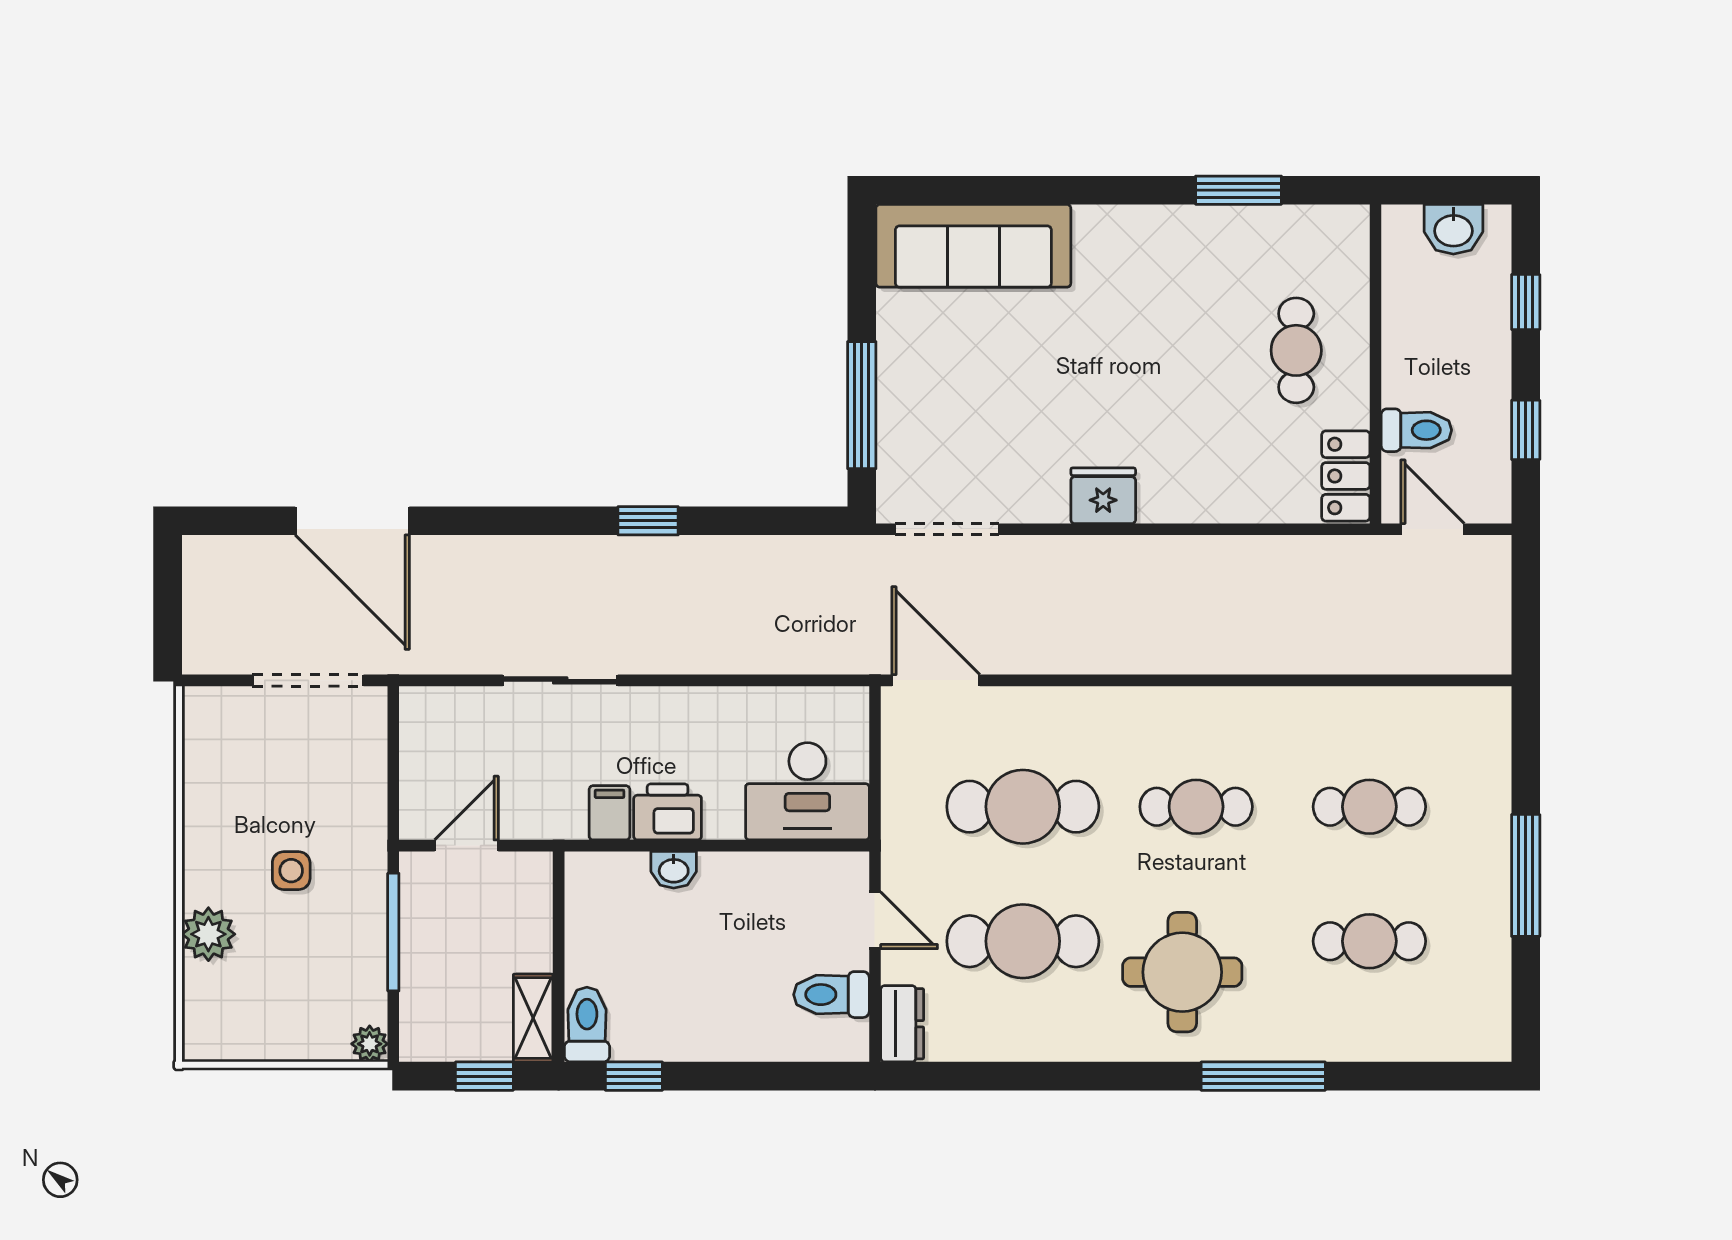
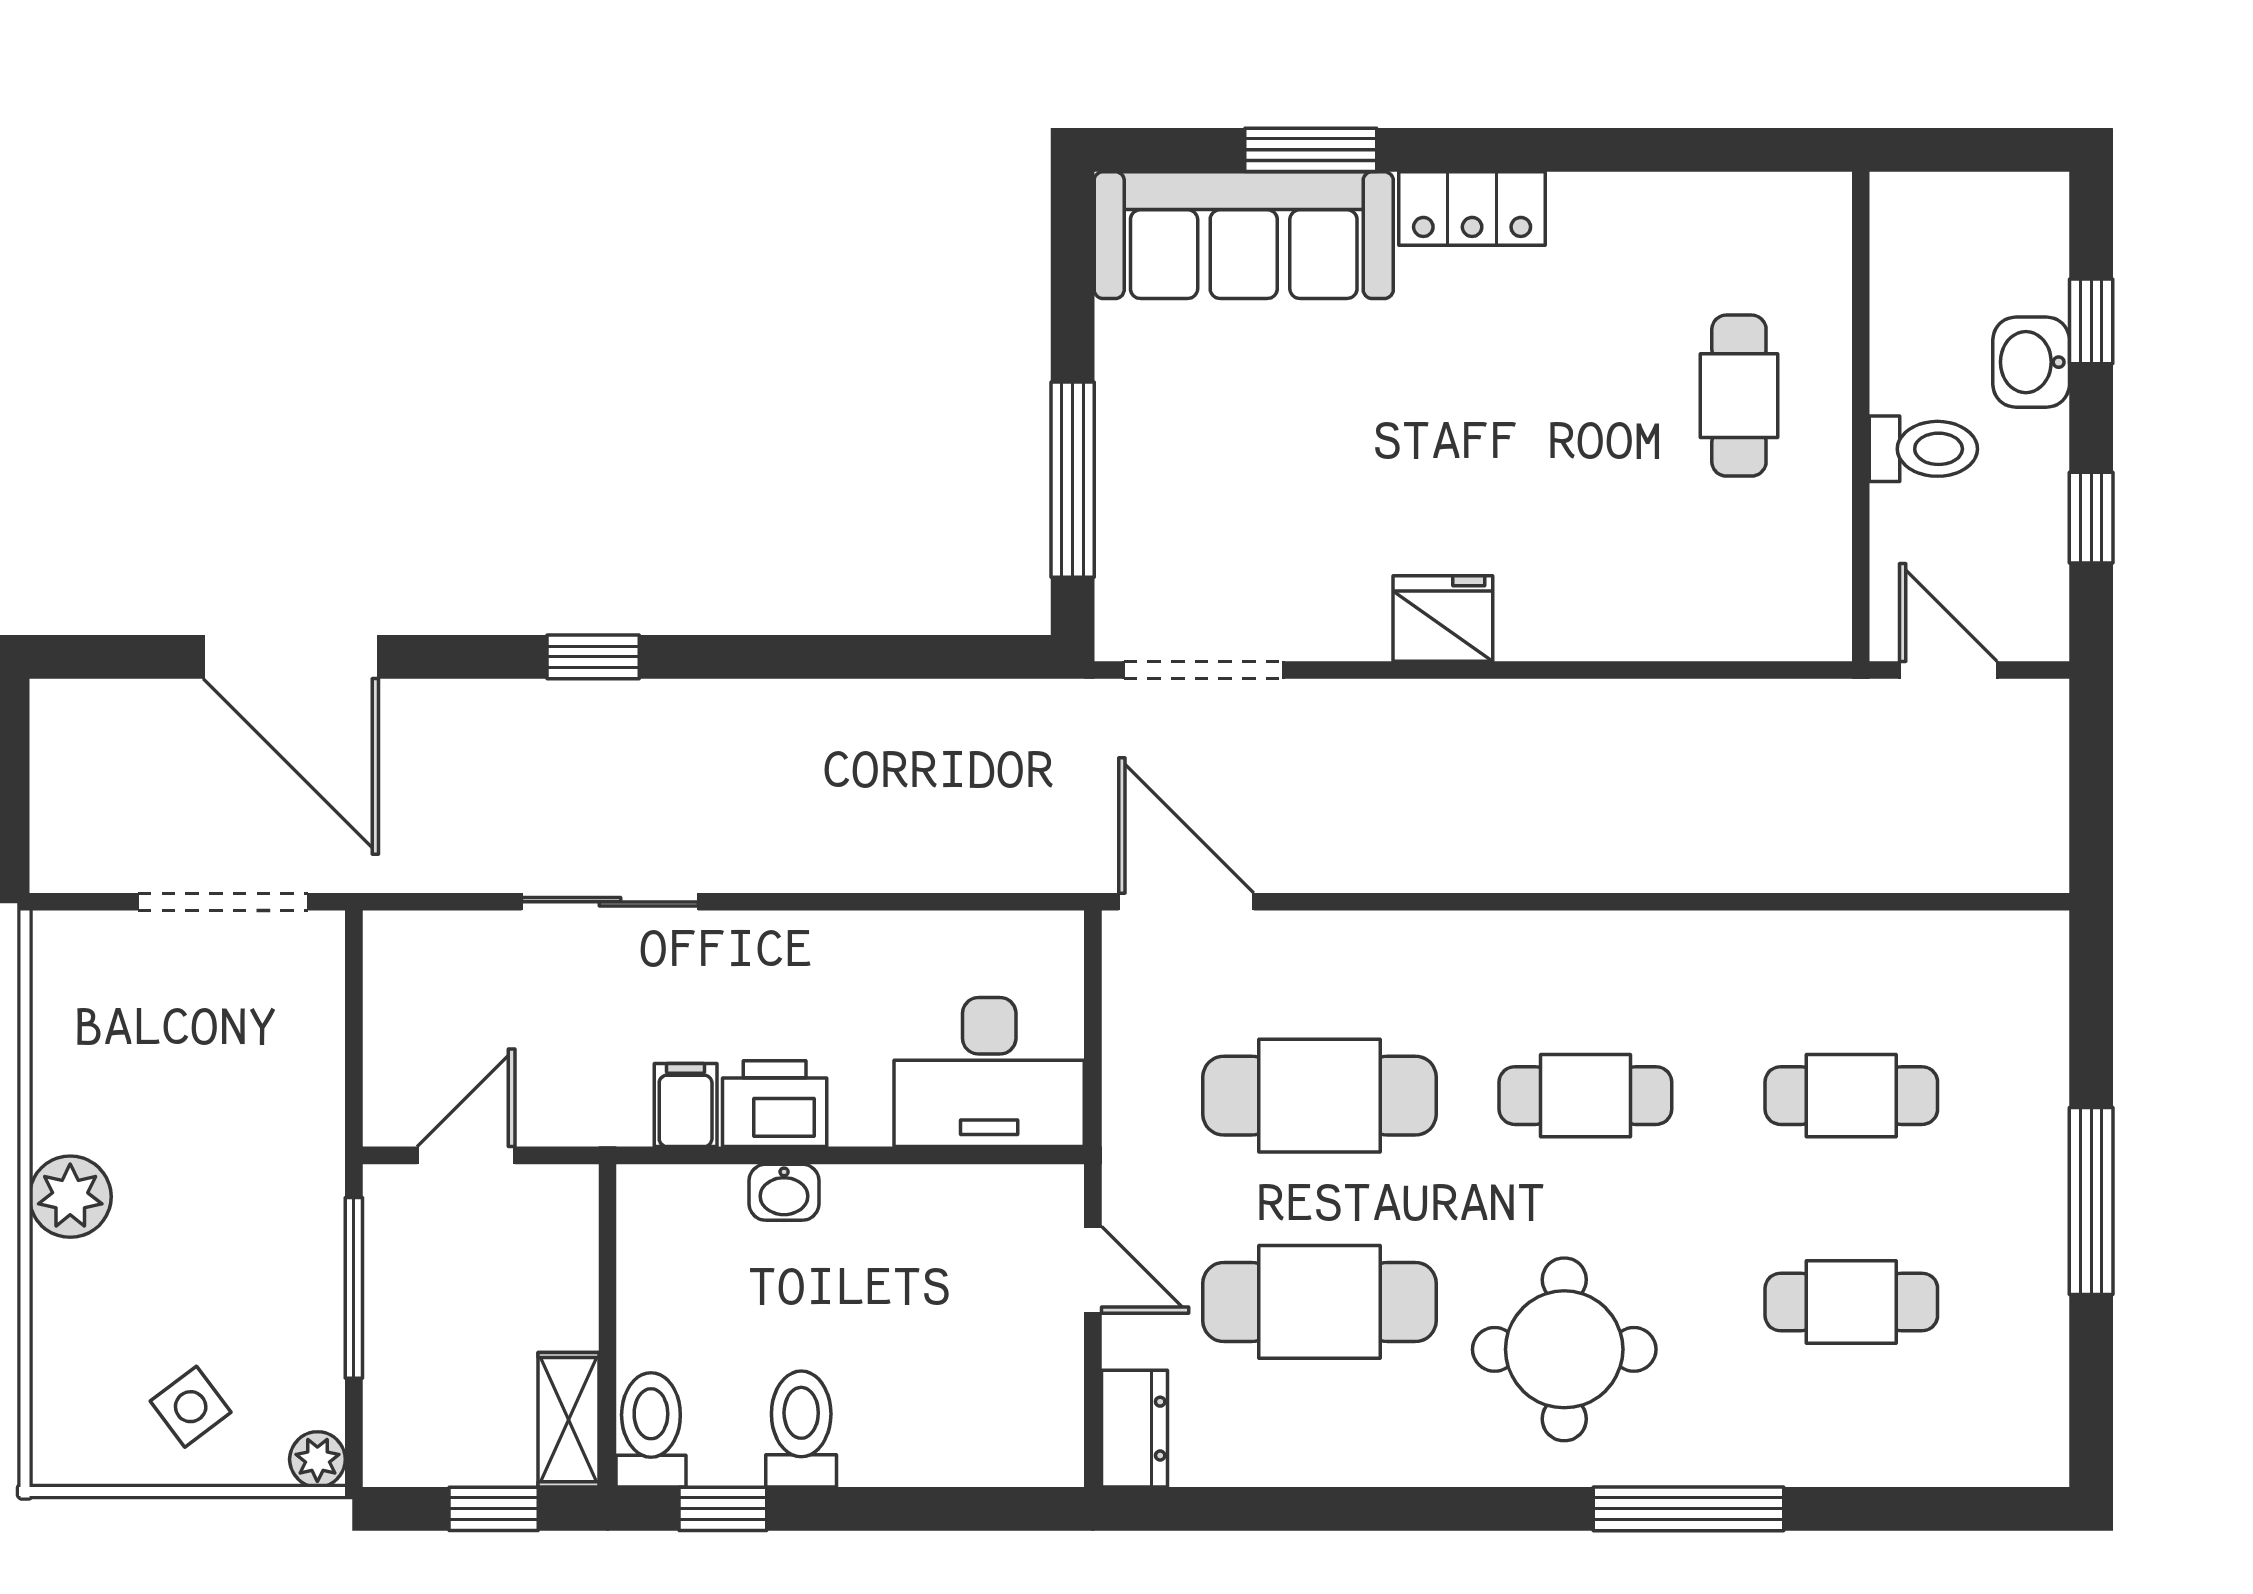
window: (1239, 190) -> (1311, 150), moved
washbasin: (1453, 229) -> (2031, 362), moved, turned 90
toilet: (1416, 430) -> (1923, 449), moved
locker: (1346, 476) -> (1472, 208), moved, turned -90
window: (648, 521) -> (593, 657), moved
side table: (291, 871) -> (191, 1407), moved, turned -37
plant: (208, 934) -> (70, 1197), moved
toilet: (831, 995) -> (801, 1429), moved, turned 90

